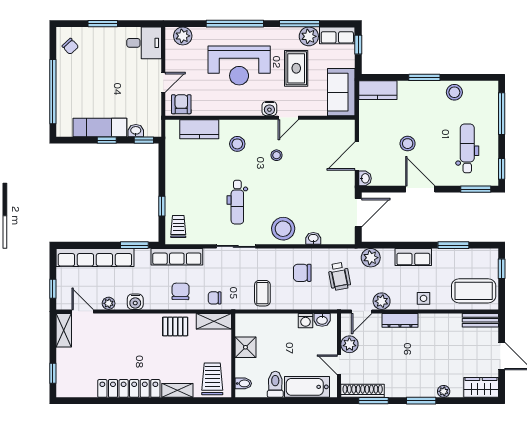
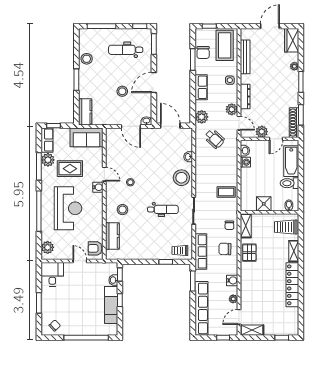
chair: (302, 273) -> (203, 53), moved
wheelchair: (339, 276) -> (214, 139), turned 54
bench: (480, 320) -> (245, 57), moved, width x1.36

